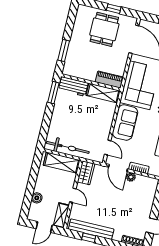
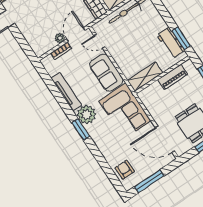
piano: (109, 80) -> (172, 77), moved
workbench: (73, 87) -> (171, 43), moved, turned -90
door: (118, 168) -> (76, 35), hinge flipped

